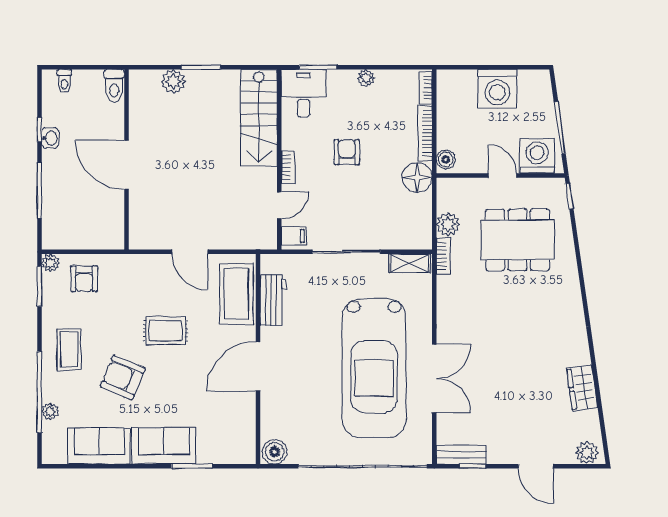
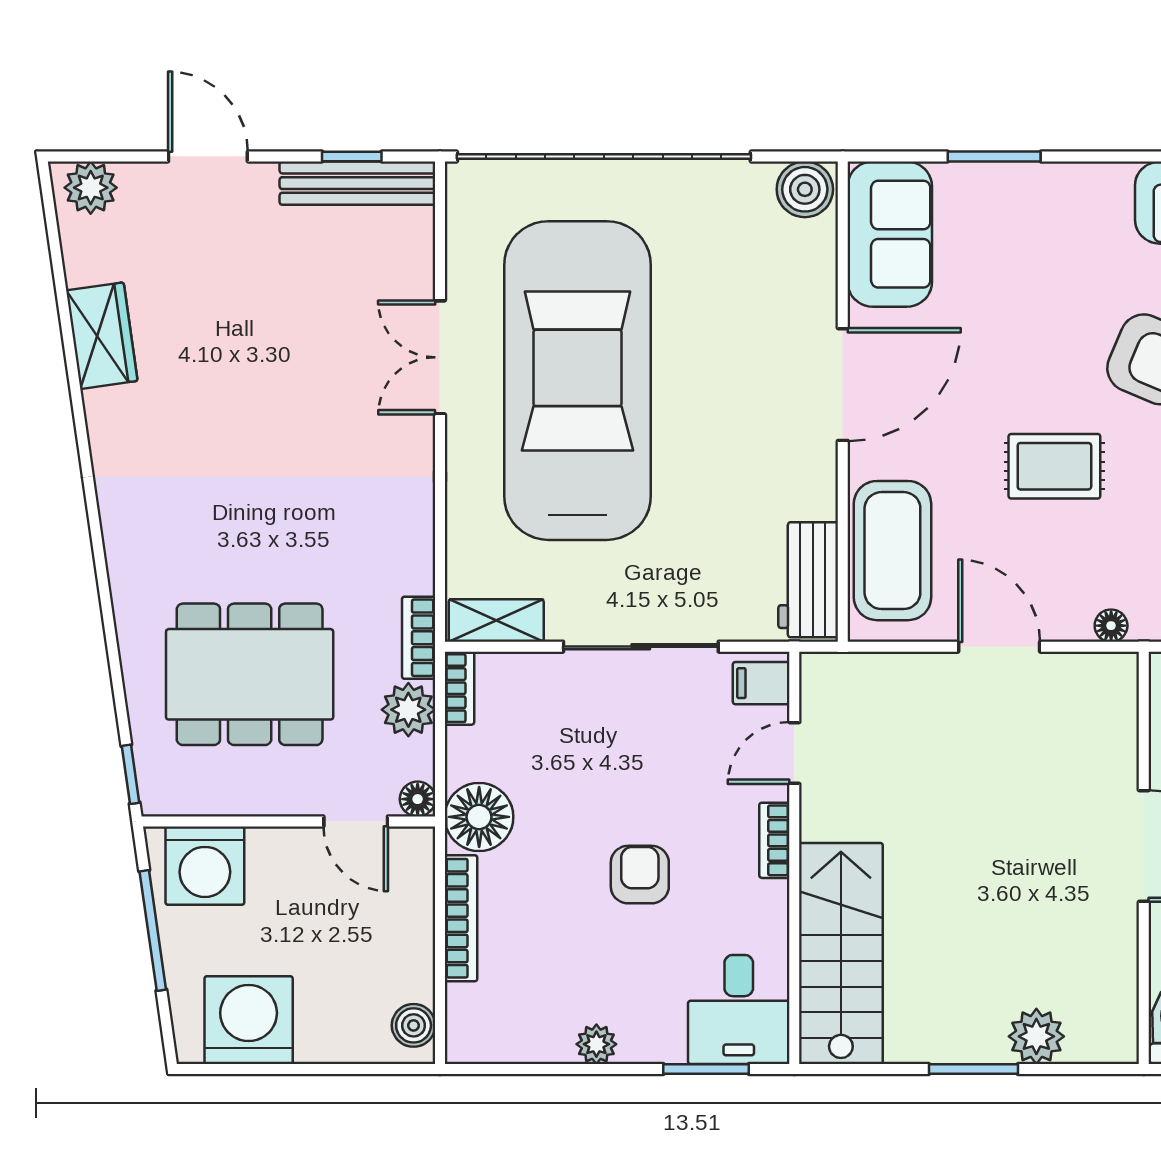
bookcase: (426, 88) -> (459, 688), moved
washing machine: (497, 89) -> (249, 1020), moved
armchair: (347, 152) -> (640, 875), turned 180
boiler: (446, 159) -> (414, 1025), moved
door: (502, 175) -> (356, 821), moved
floor lamp: (444, 185) -> (418, 799), added
floor lamp: (141, 261) -> (1111, 626), added
workbench: (273, 300) -> (808, 580), moved
double door: (434, 378) -> (440, 357), width x0.73
sofa: (164, 446) -> (890, 234), moved, turned -90
bench: (461, 455) -> (357, 183), width x1.36

